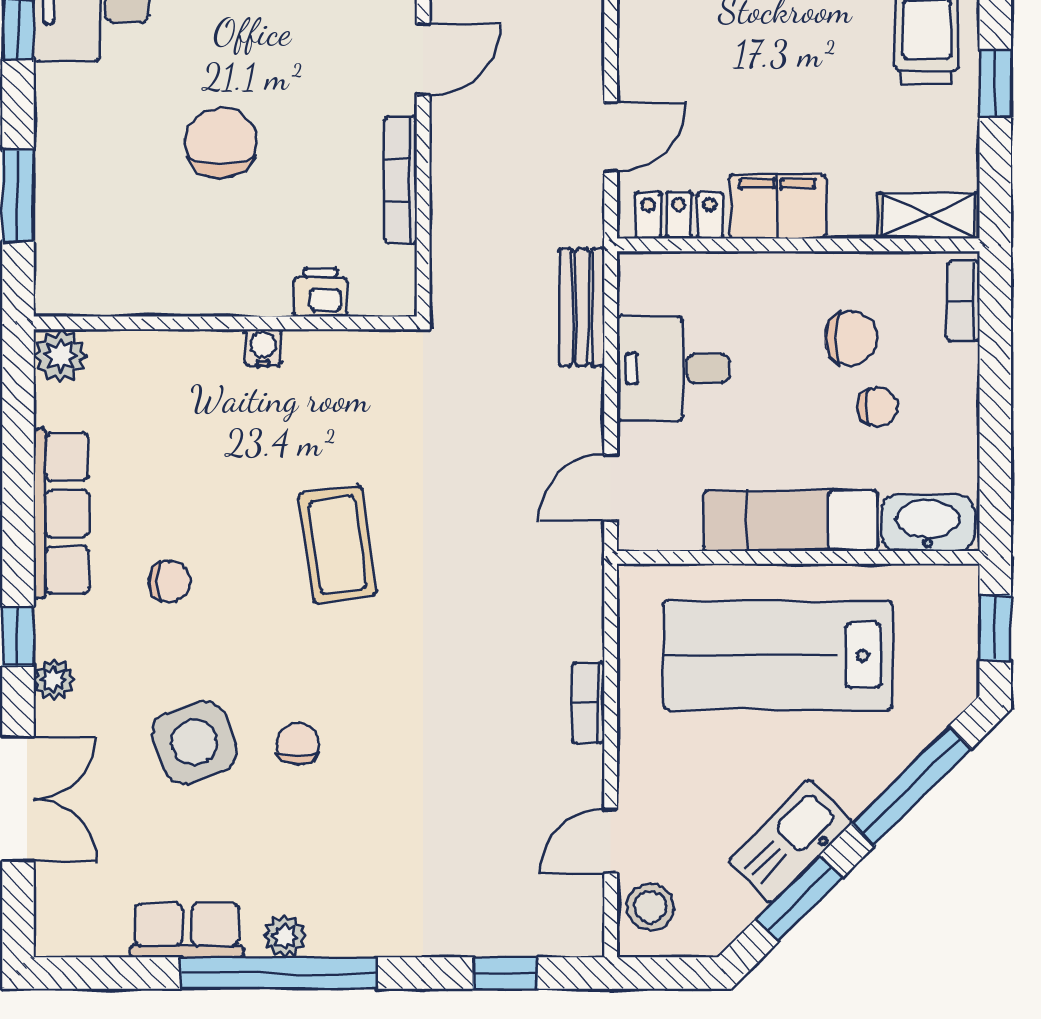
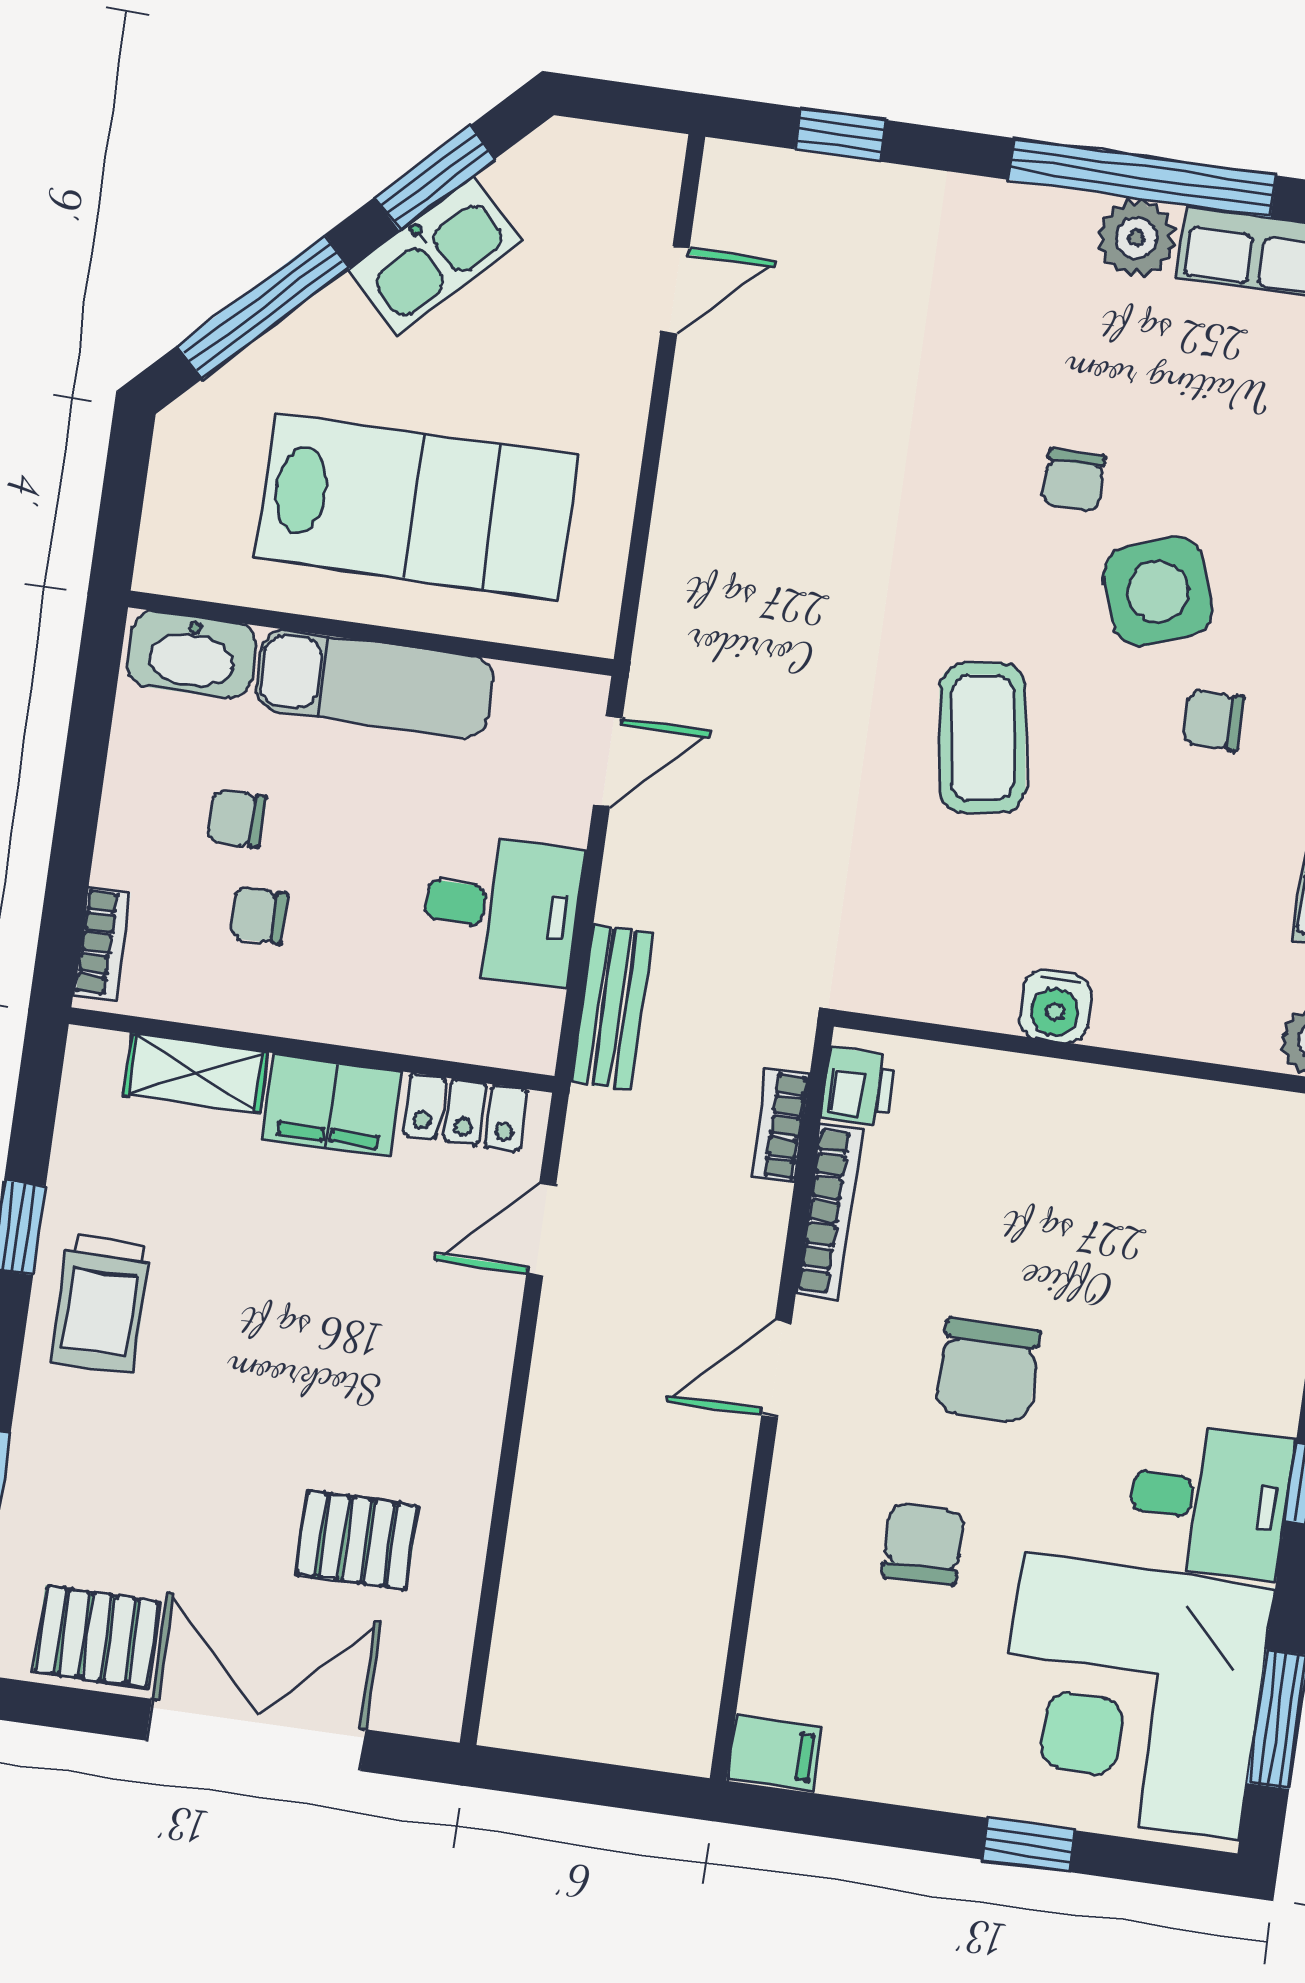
chair: (221, 143) -> (988, 1370), moved
shelving: (929, 216) -> (196, 1073), moved
printer: (321, 292) -> (858, 1087), moved, turned -90
chair: (851, 338) -> (259, 915), width x0.73, depth x0.73
water cooler: (263, 348) -> (1056, 1006), width x1.38, depth x1.38
window: (995, 628) -> (122, 502), removed
bookcase: (588, 703) -> (780, 1126), moved, turned 180
side table: (194, 742) -> (1158, 591), moved
stool: (650, 907) -> (635, 195), removed
plant: (285, 936) -> (1136, 238), width x1.38, depth x1.38

